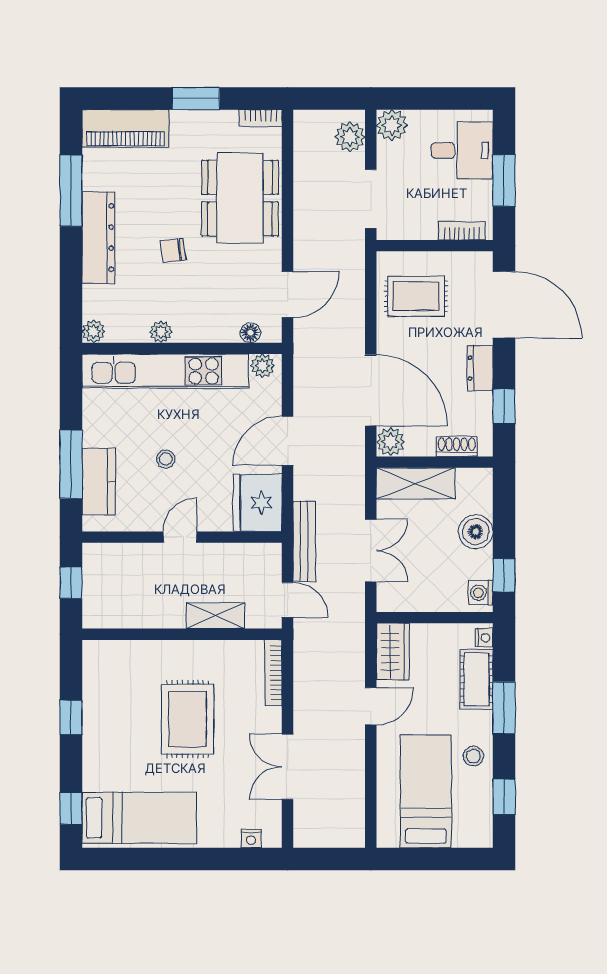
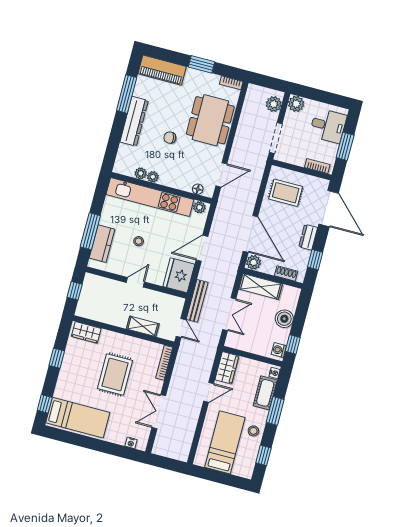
plant: (93, 331) -> (141, 173), moved
wardrobe: (113, 655) -> (86, 332), added

